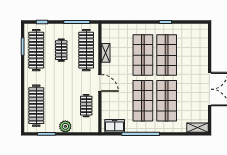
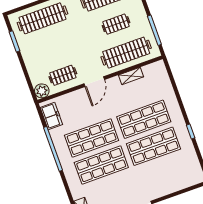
plant: (65, 126) -> (42, 91), moved

